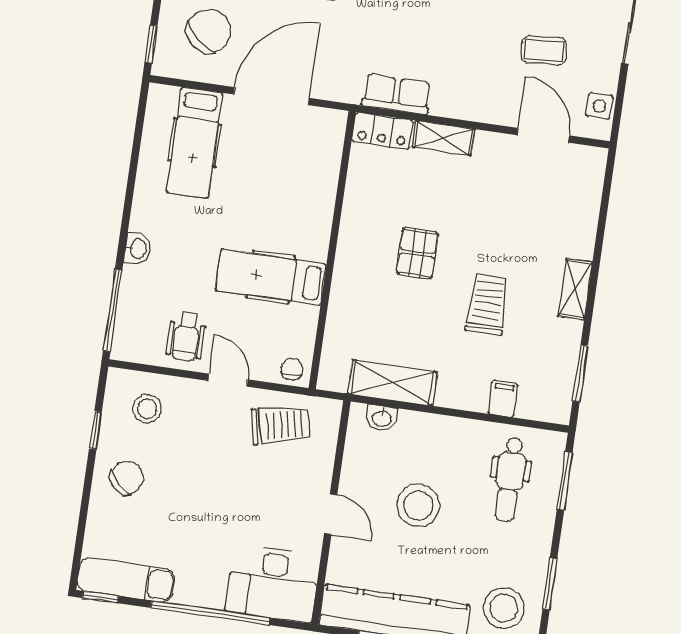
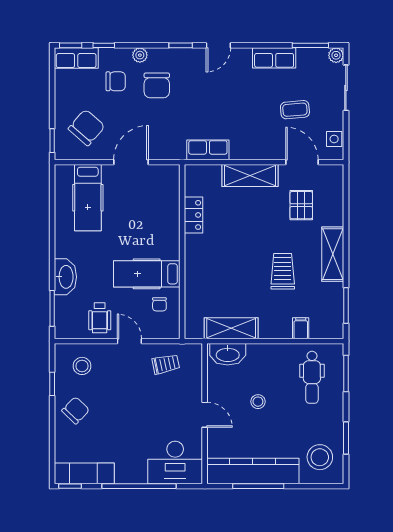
door: (271, 96) -> (131, 162), width x0.73
locker: (382, 131) -> (194, 215), moved, turned -90
shelving: (443, 138) -> (250, 176), width x1.50, depth x1.33
washbasin: (138, 249) -> (65, 277), width x1.91, depth x1.45
pallet: (417, 253) -> (301, 205), moved
shelving: (575, 289) -> (333, 254), width x1.50, depth x1.33
window: (113, 311) -> (52, 308), width x0.69
chair: (292, 369) -> (159, 304), moved, turned 180
washbasin: (382, 418) -> (228, 354), width x1.91, depth x1.45
trolley: (280, 425) -> (166, 364), width x0.73, depth x0.72
stool: (418, 506) -> (258, 402), width x0.53, depth x0.53

